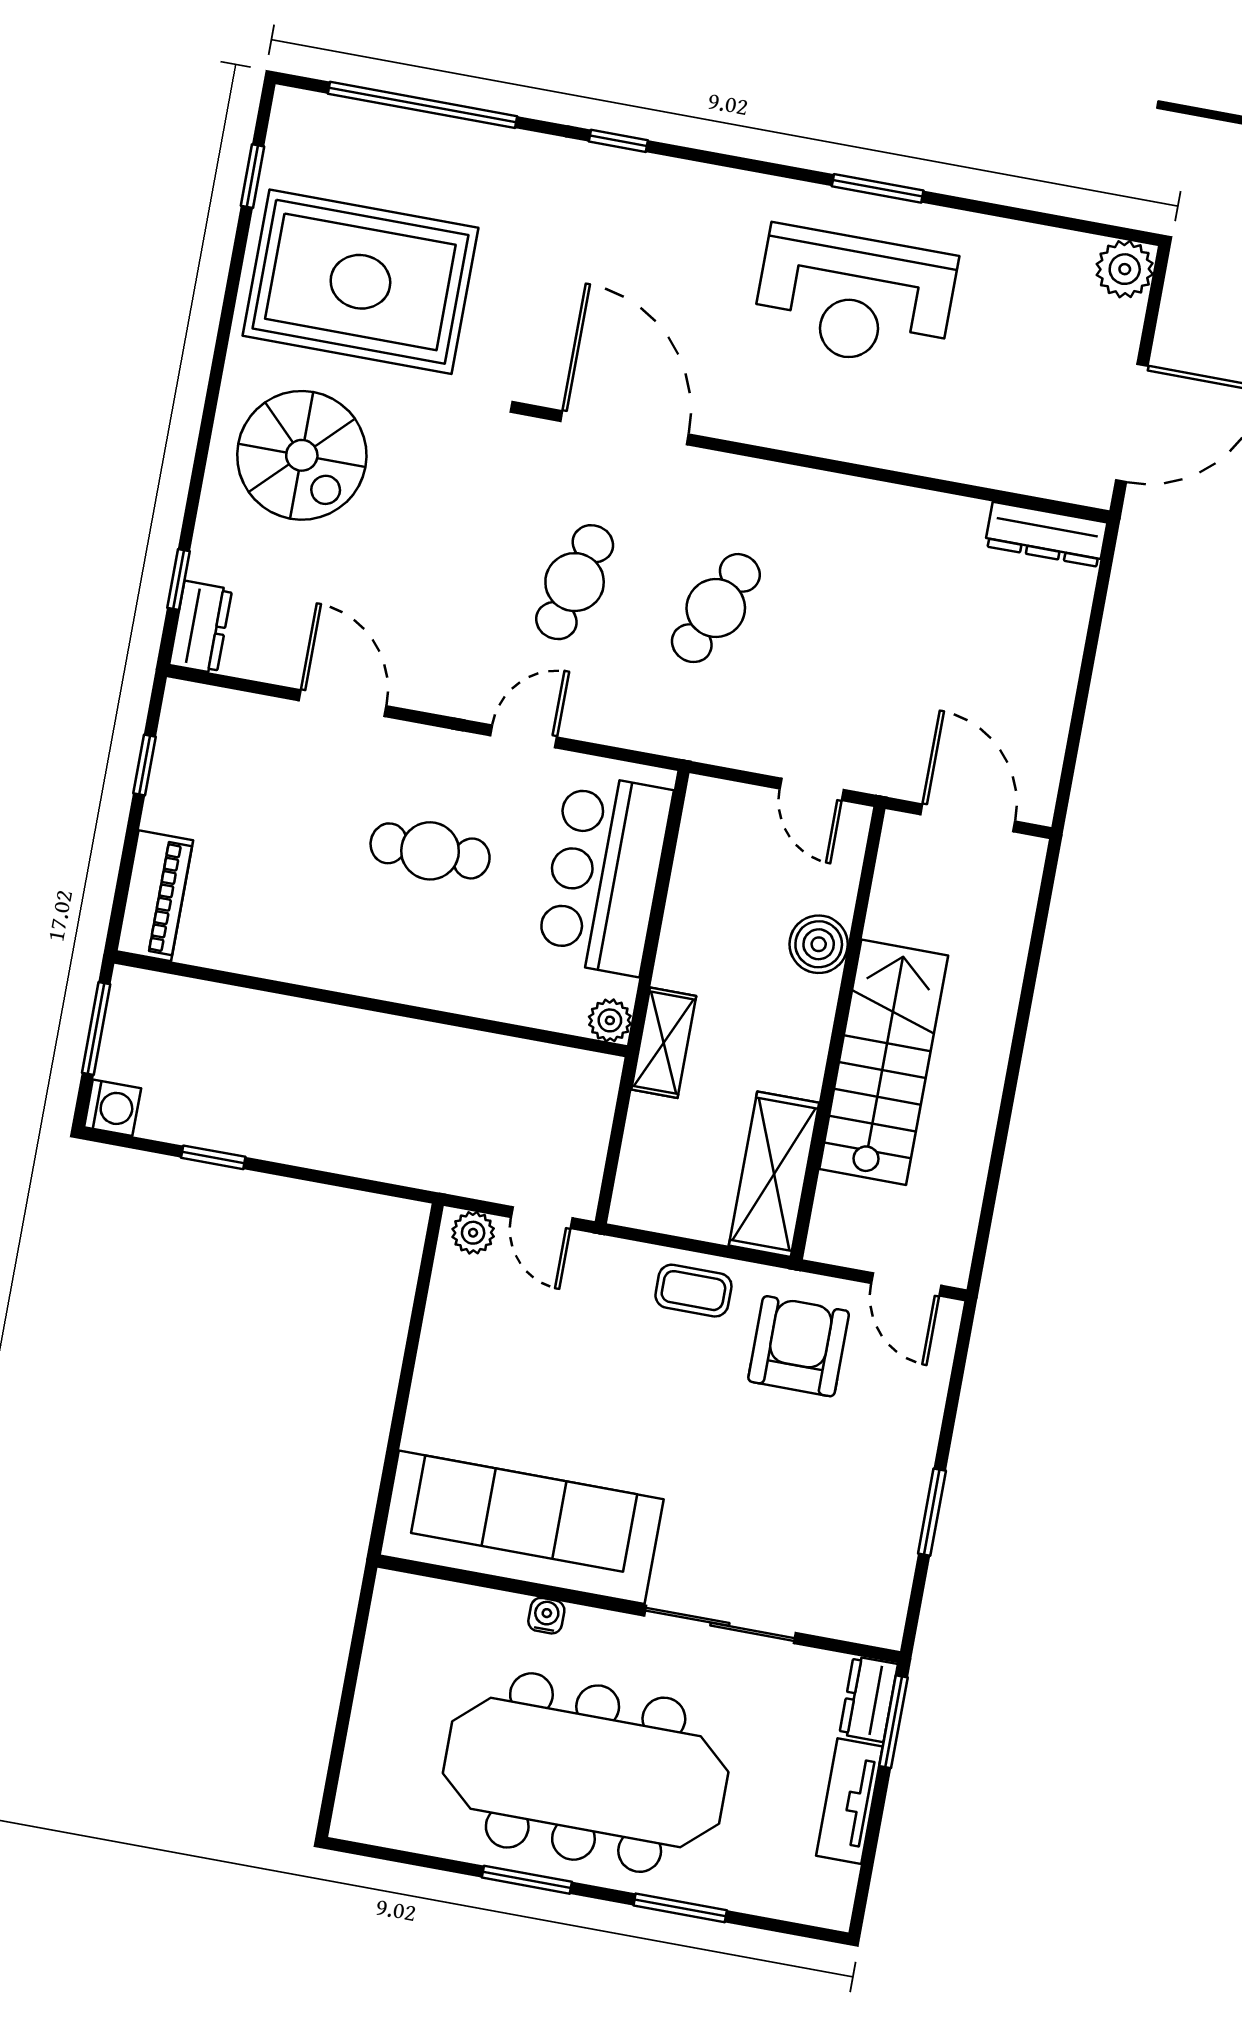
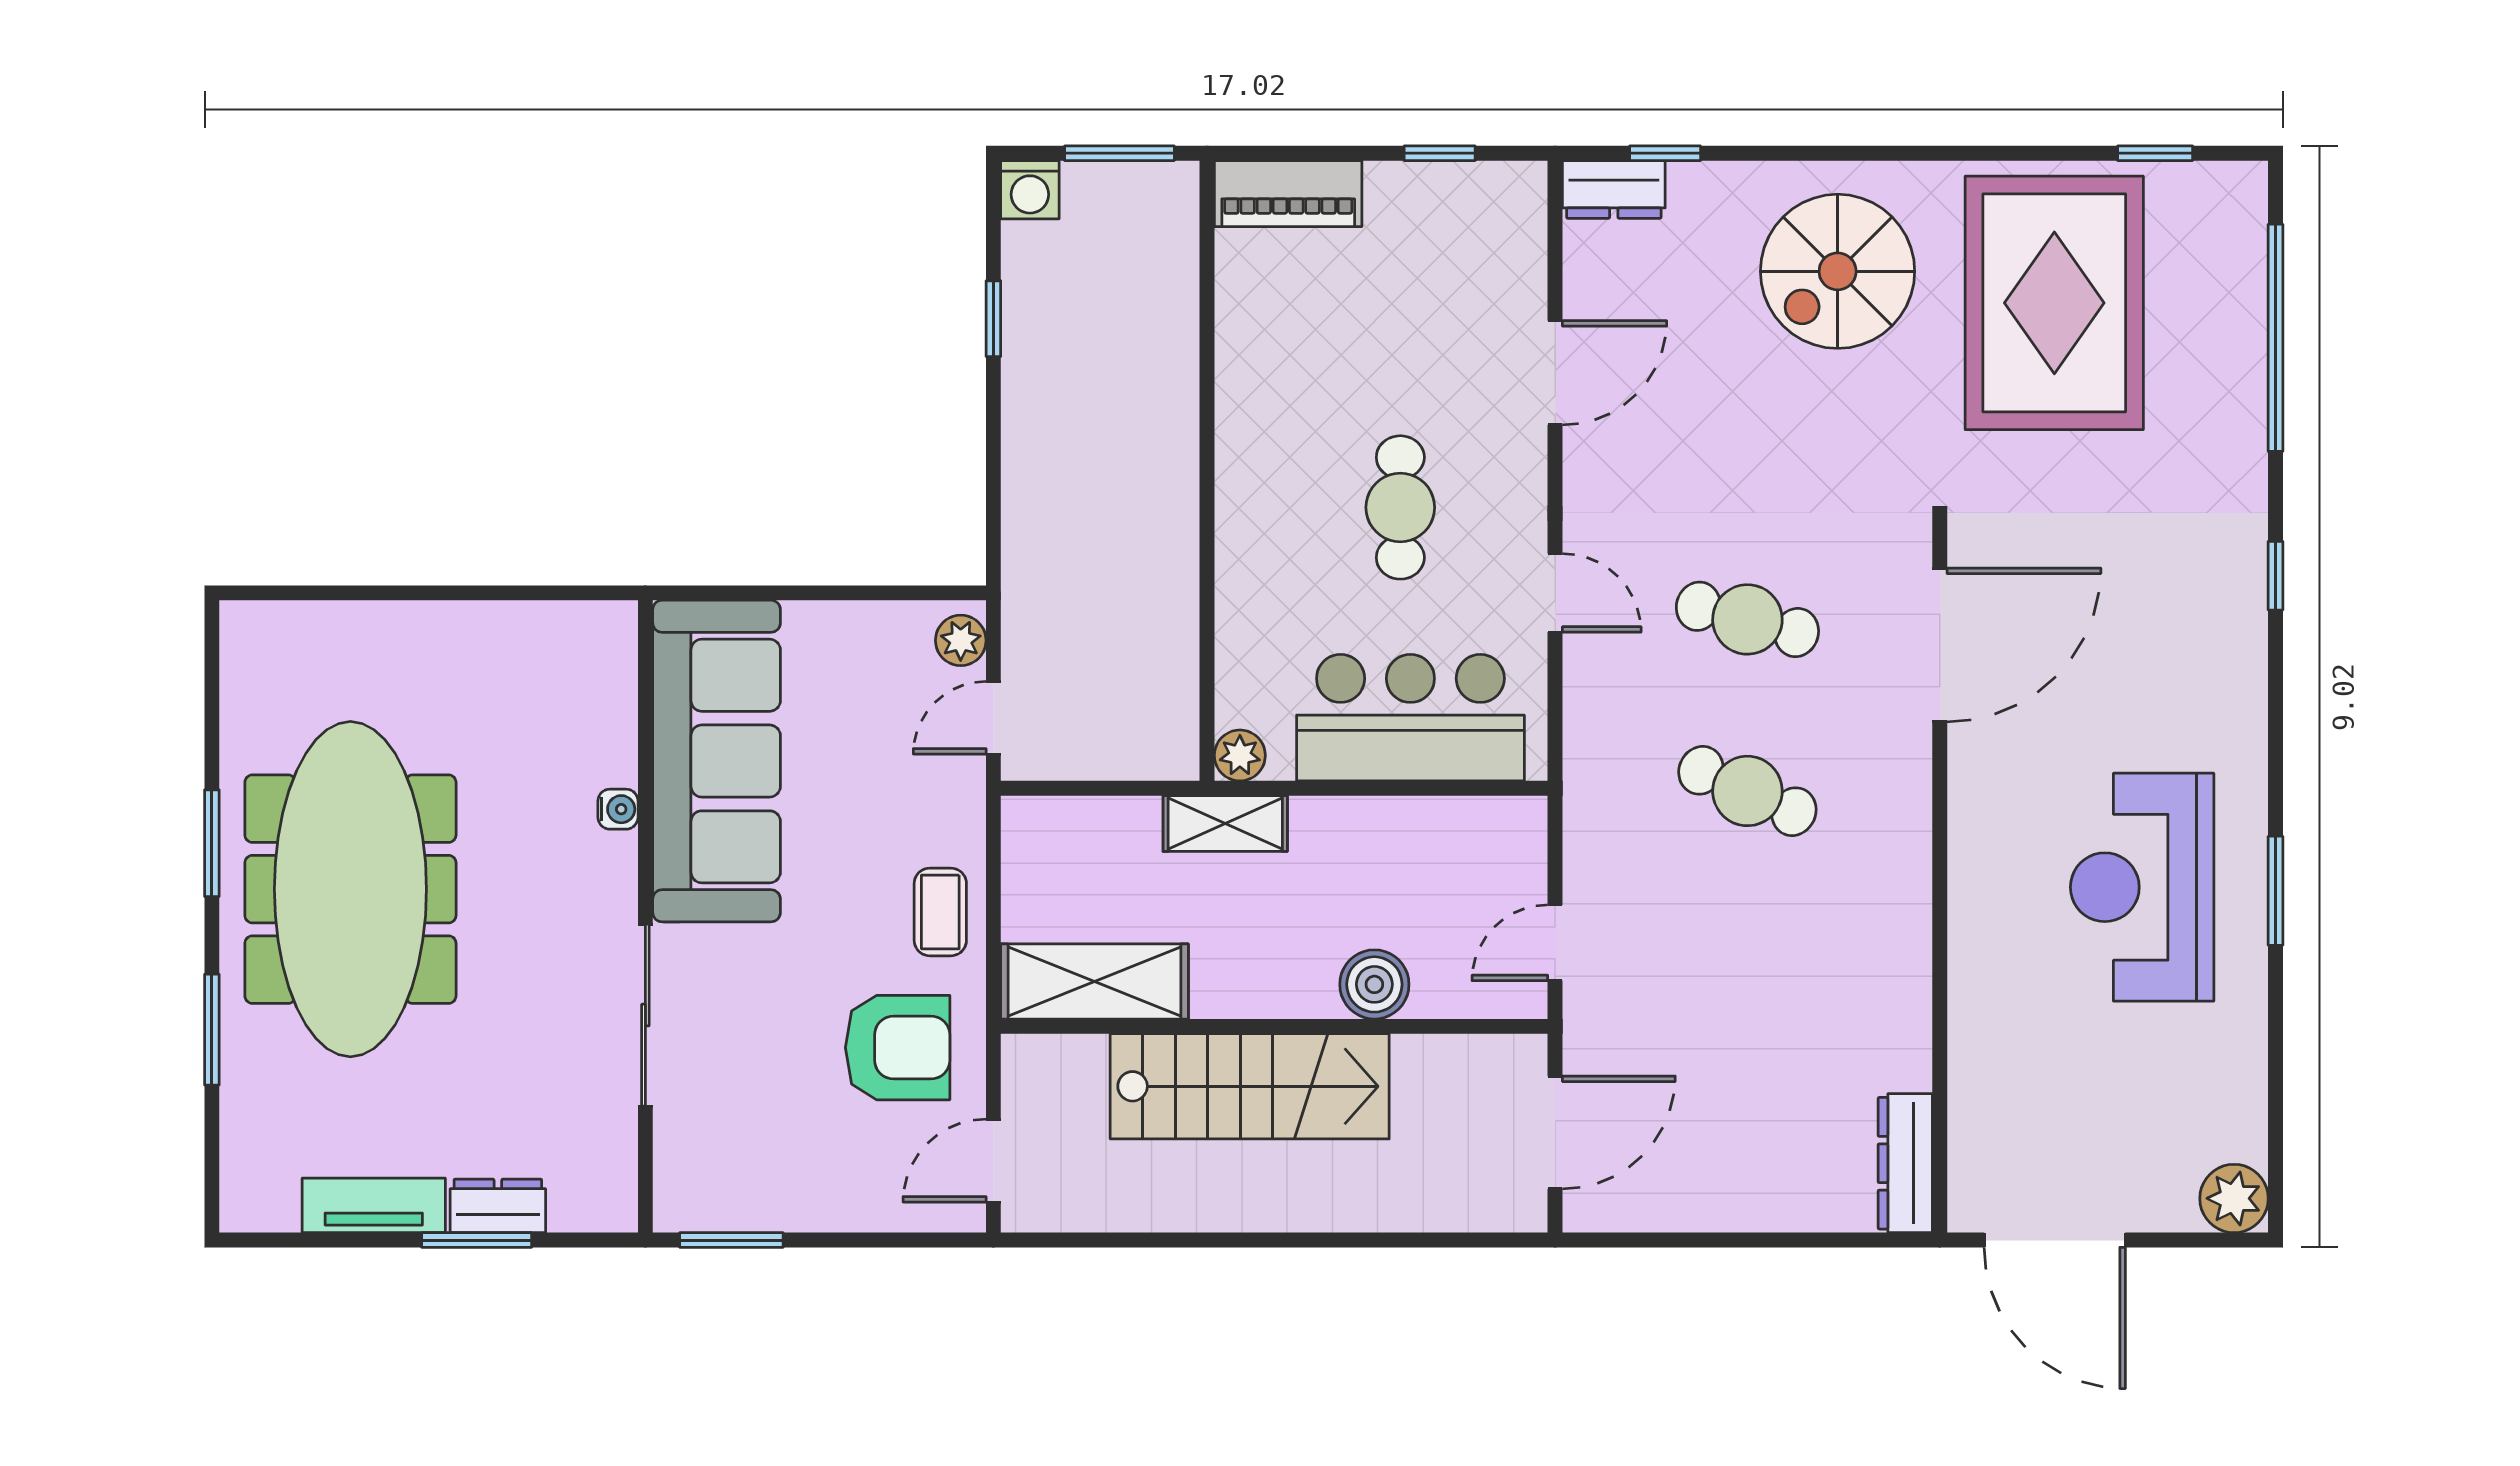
sofa: (522, 1527) -> (717, 761), moved
wall: (639, 1609) -> (645, 916), moved
water cooler: (546, 1616) -> (618, 809), moved
sliding door: (720, 1624) -> (645, 1015), moved

